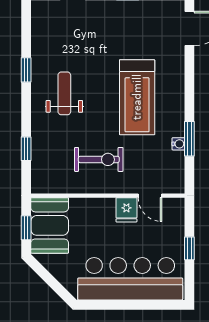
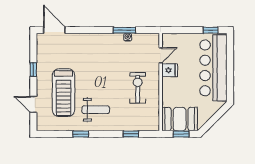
weight bench: (64, 93) -> (96, 110), turned 180
treadmill: (137, 97) -> (63, 93), moved, turned 90
window: (189, 248) -> (211, 30), moved

